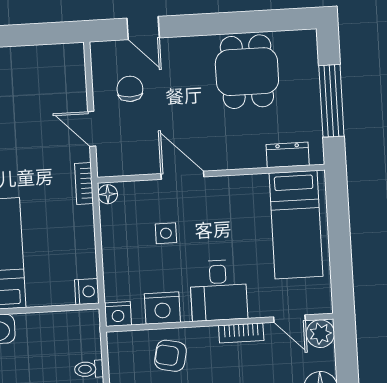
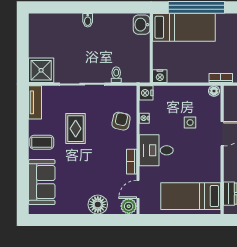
nightstand: (162, 308) -> (144, 118), width x0.53, depth x0.56

